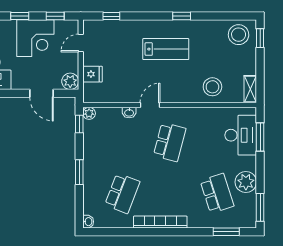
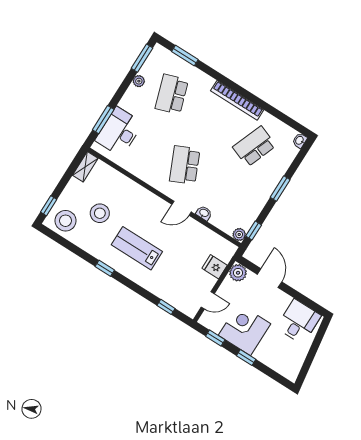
stool: (212, 87) -> (100, 213), moved
school desk: (170, 142) -> (185, 165), turned -39
plant: (246, 182) -> (139, 81), width x0.53, depth x0.53

